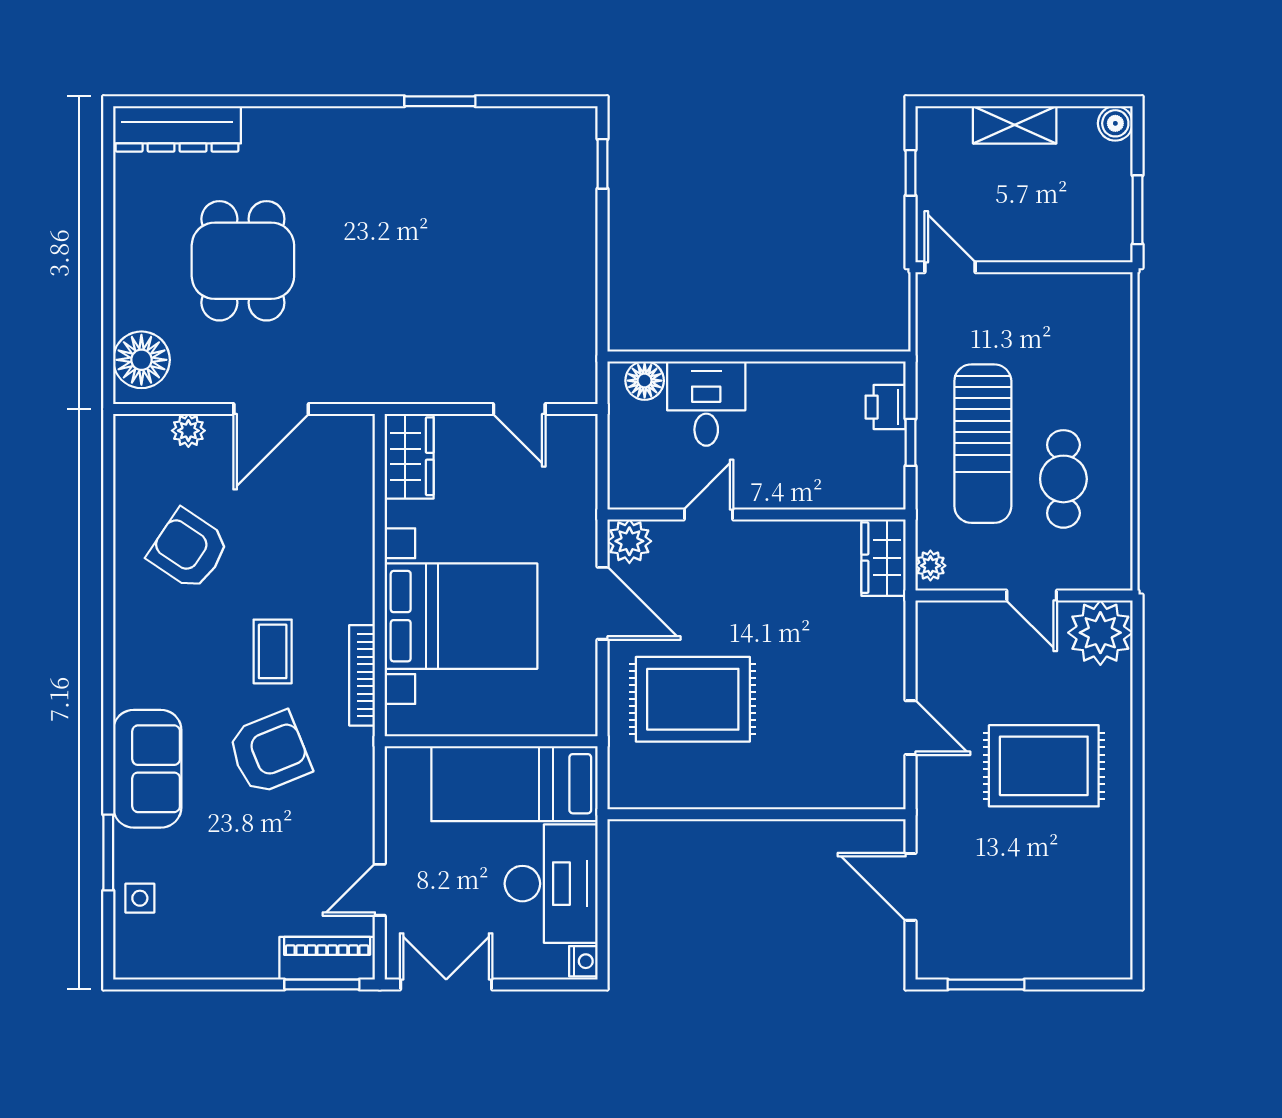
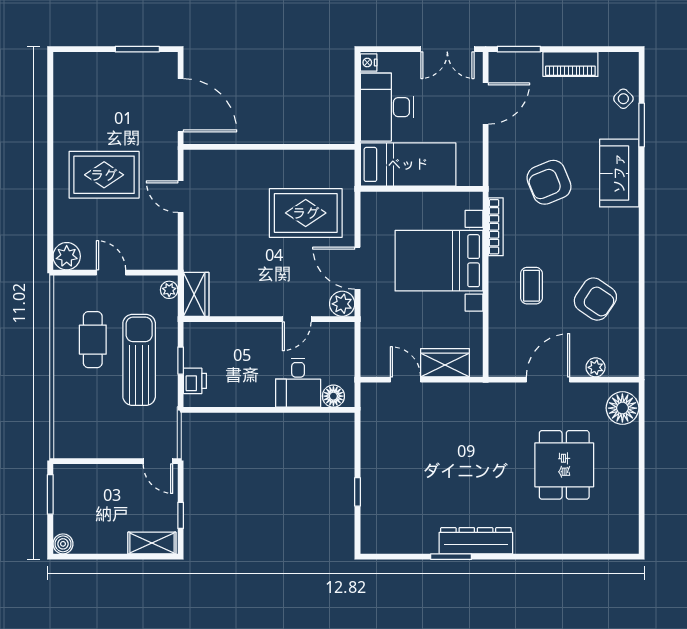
shelving: (1015, 125) -> (152, 543), moved
dresser: (177, 129) -> (476, 541), moved
window: (603, 164) -> (358, 492), moved
wardrobe: (409, 456) -> (445, 363), moved, turned 90
plant: (1100, 633) -> (67, 256), width x0.73, depth x0.73
coffee table: (273, 651) -> (531, 286), moved
door: (911, 887) -> (181, 105), width x1.36
door: (380, 890) -> (486, 103), width x1.38
side table: (140, 898) -> (623, 99), turned 45
piano: (327, 958) -> (570, 64), moved

